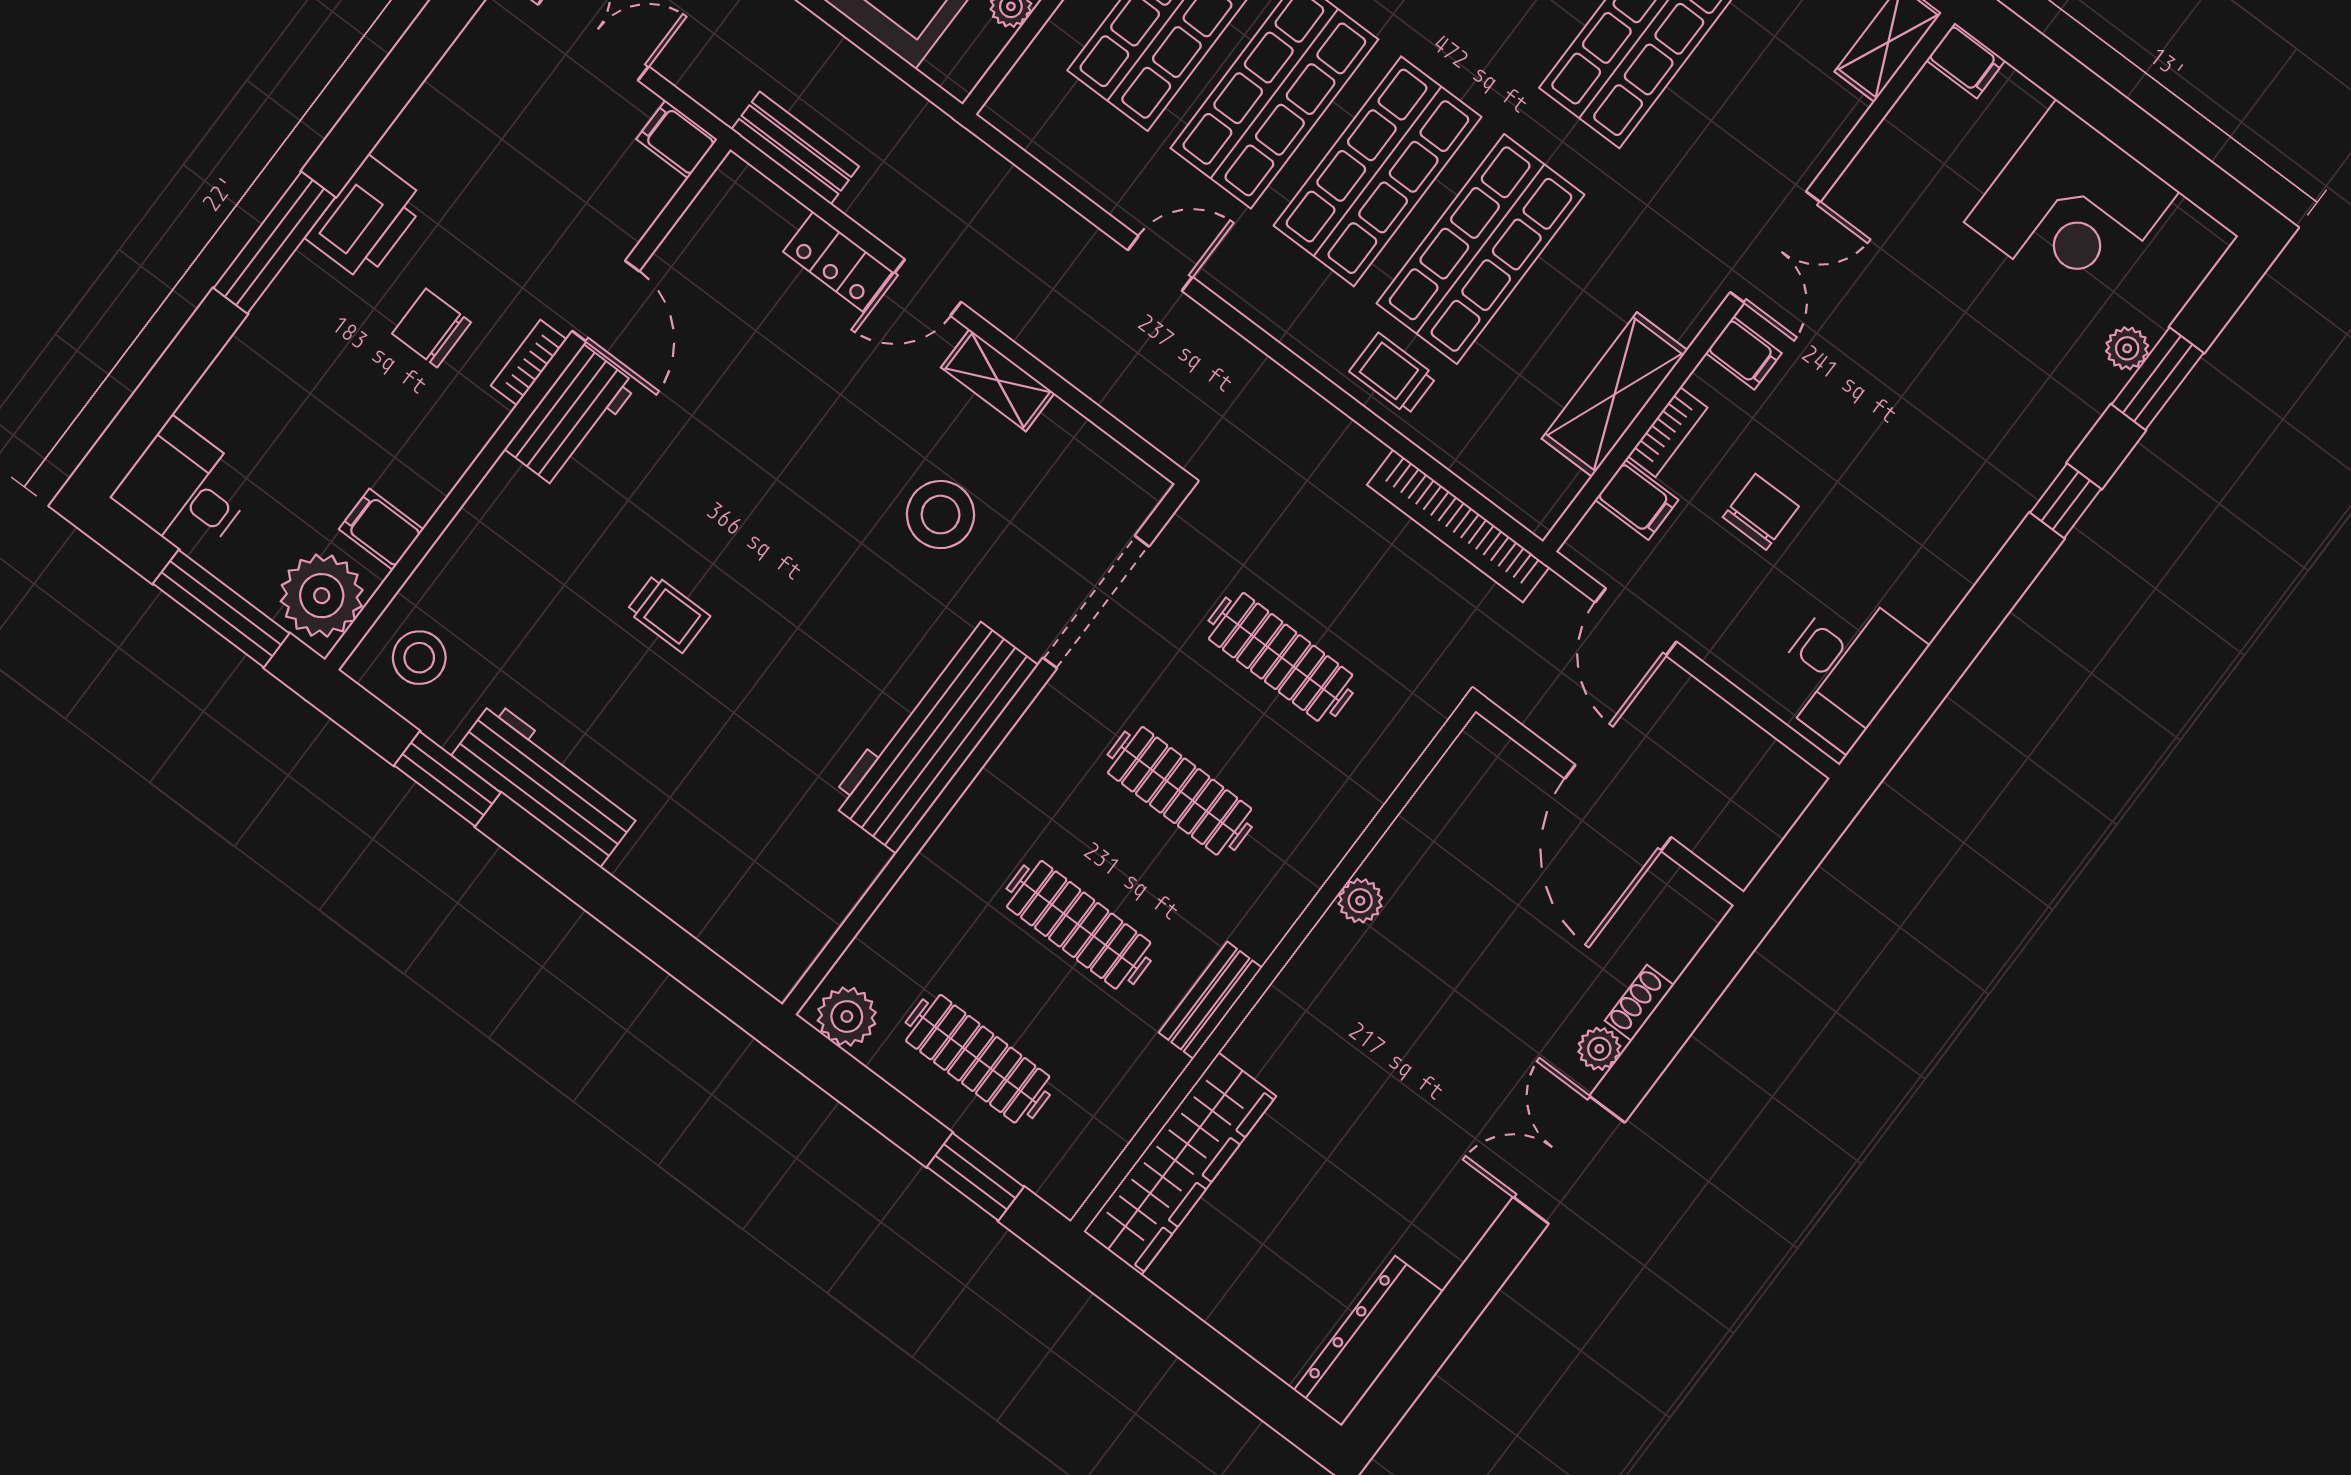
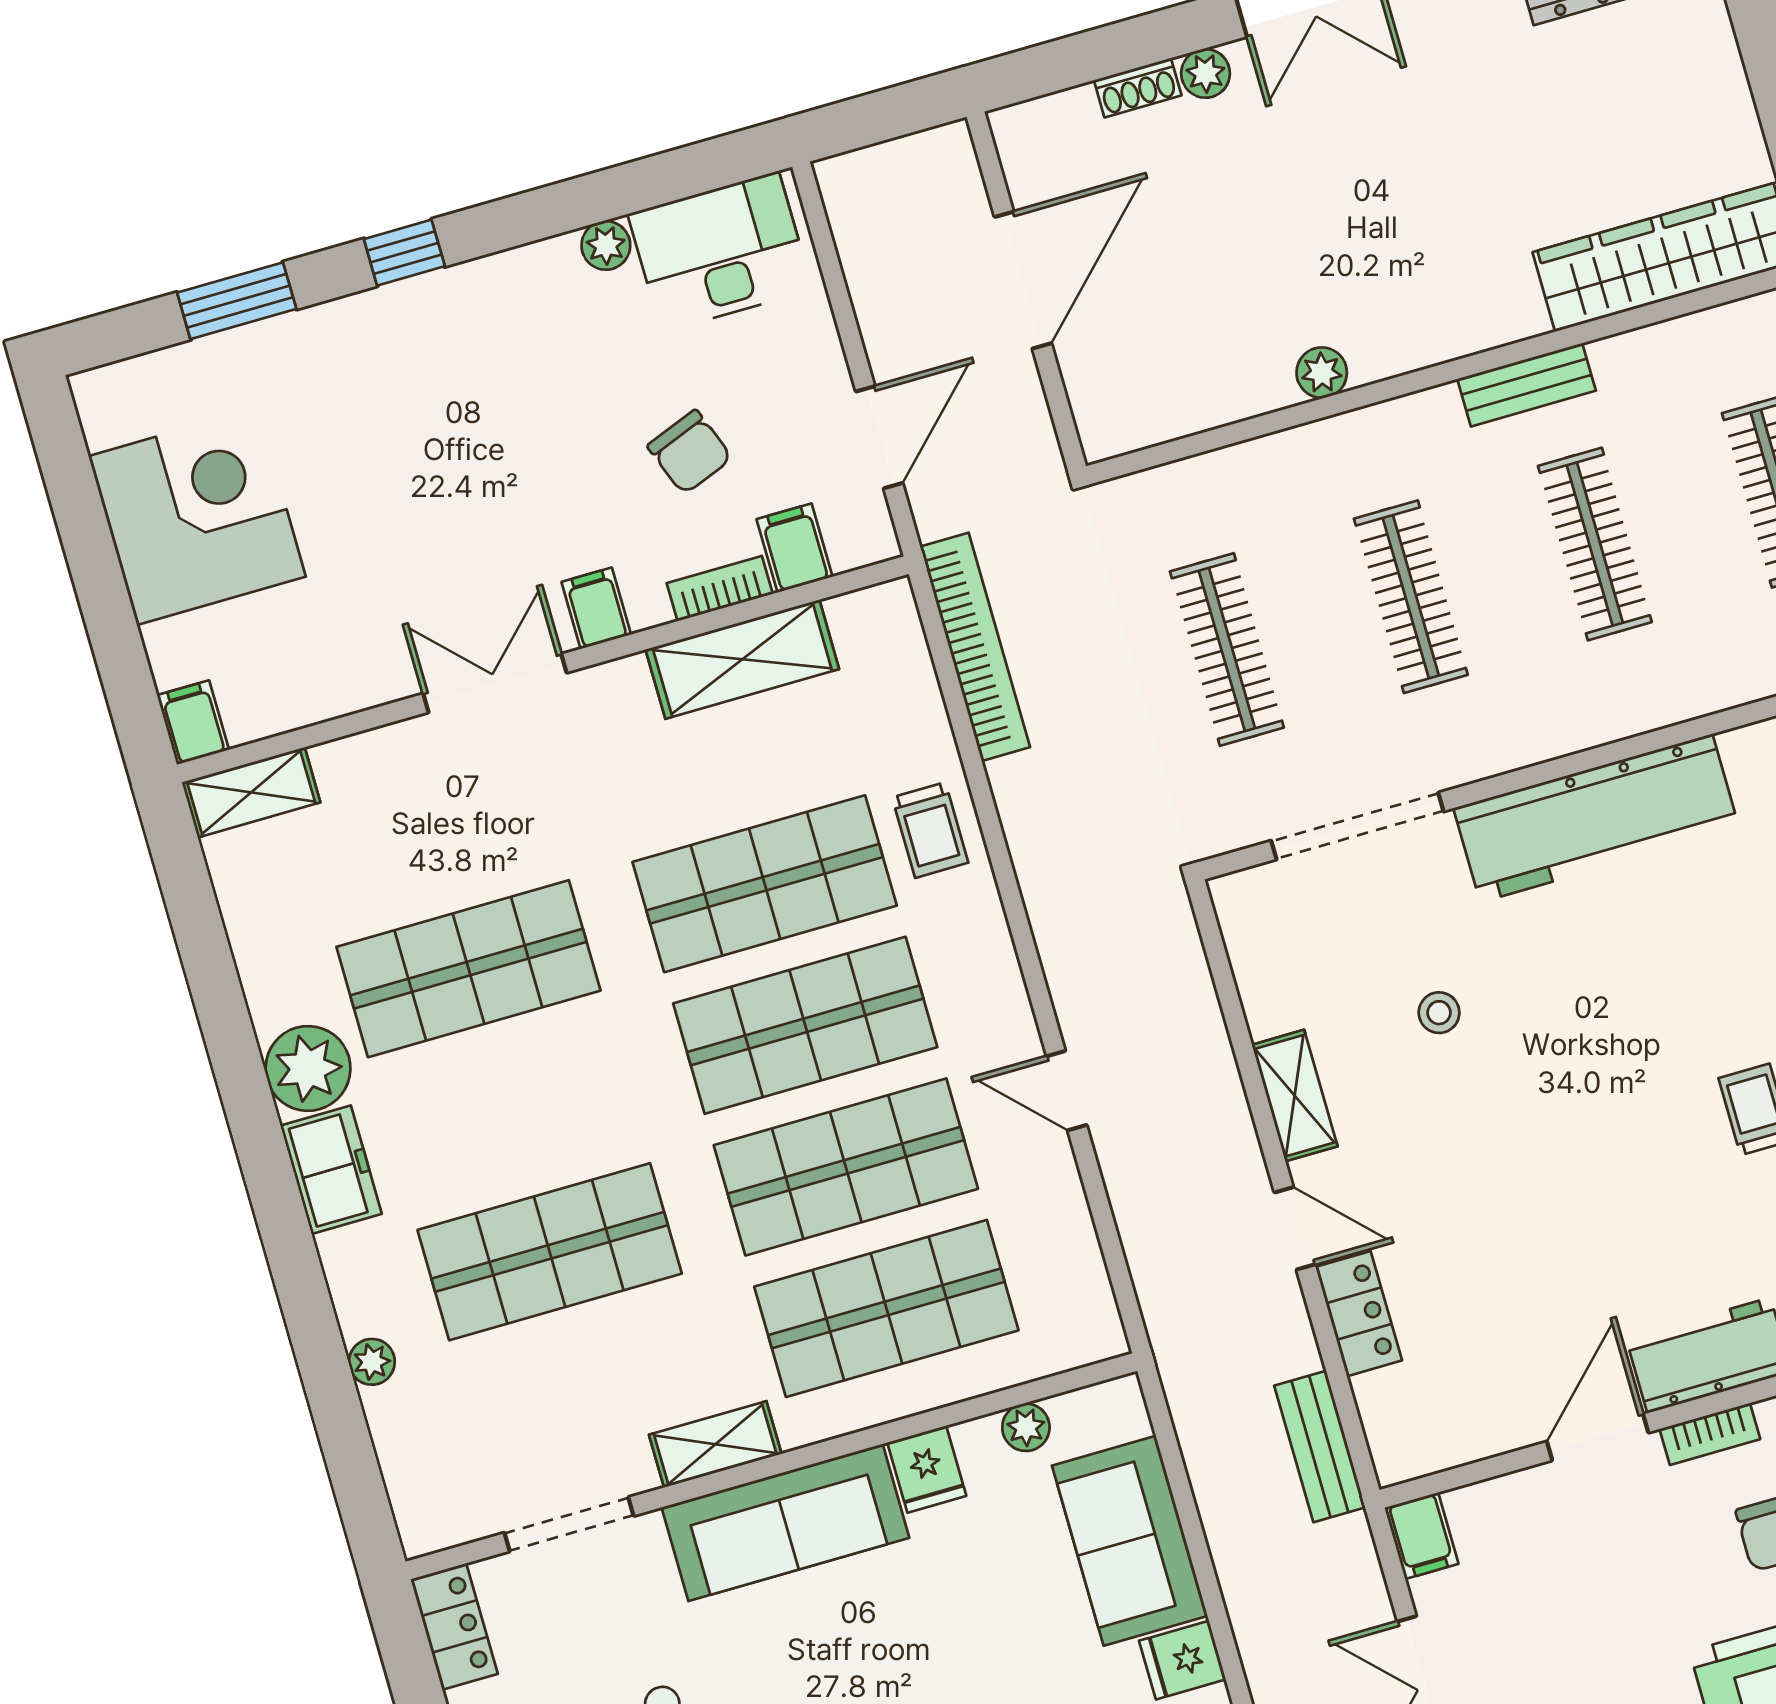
plant: (2127, 348) -> (606, 245), moved
chair: (1761, 512) -> (690, 452), turned -111
stool: (941, 515) -> (1439, 1013), width x0.53, depth x0.53

